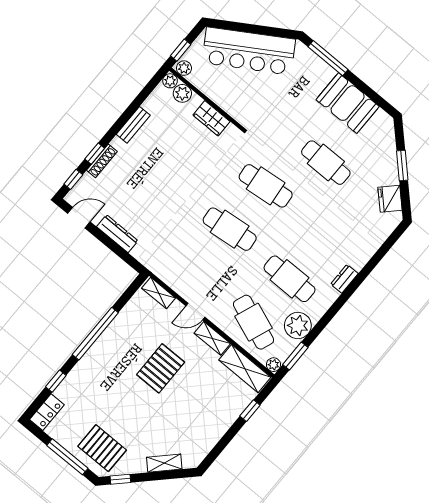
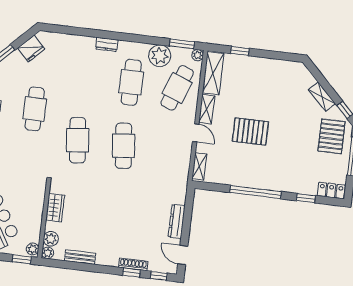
bench: (133, 125) -> (80, 257), moved
shelving: (164, 463) -> (322, 97), moved

